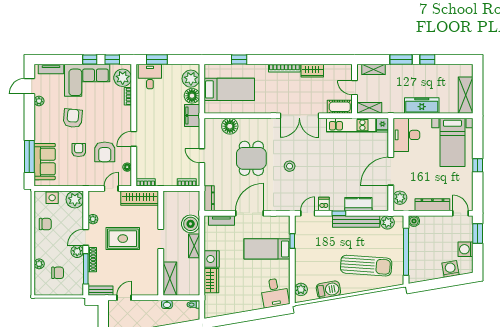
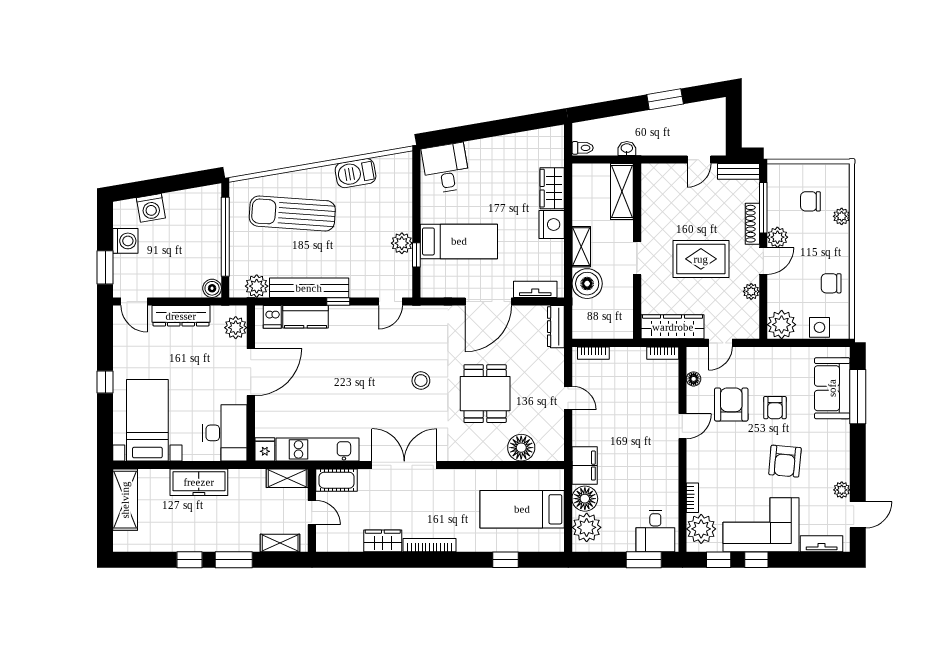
dishwasher: (324, 204) -> (272, 317), moved
plant: (301, 289) -> (402, 243), moved

